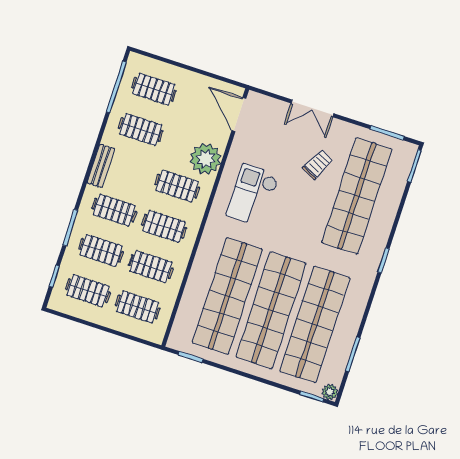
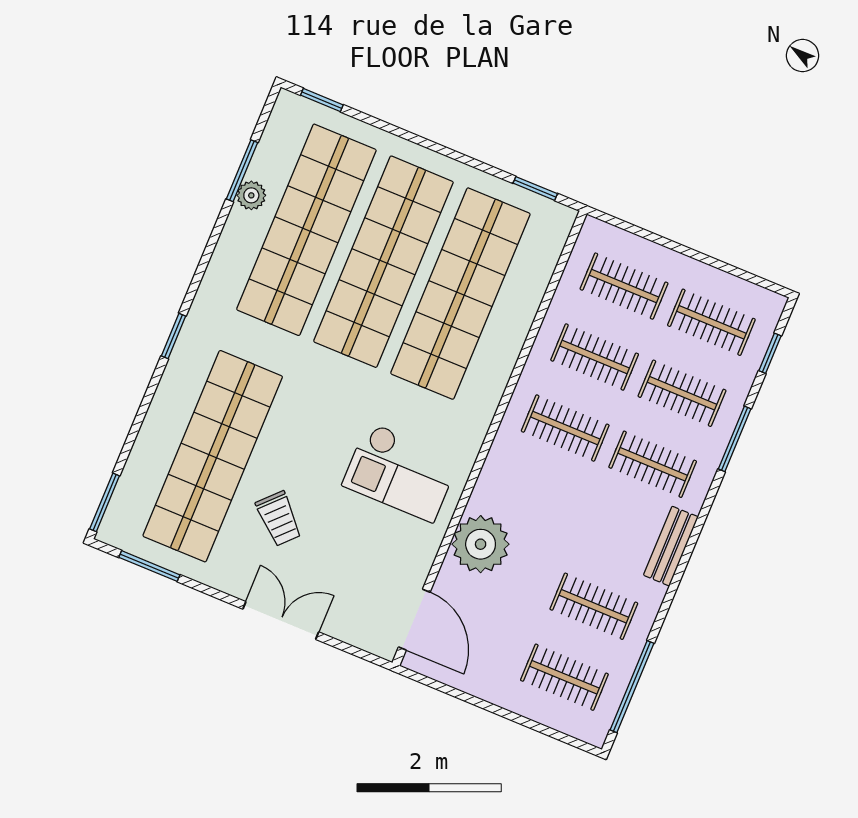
trolley: (318, 164) -> (279, 519), turned -73
clothes rail: (177, 186) -> (536, 499), removed
checkout: (253, 195) -> (401, 472), turned 90
plant: (330, 392) -> (251, 195), moved

